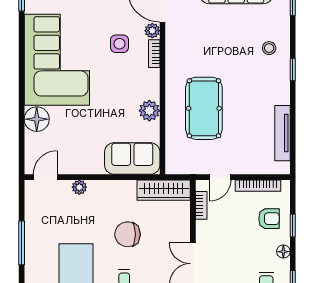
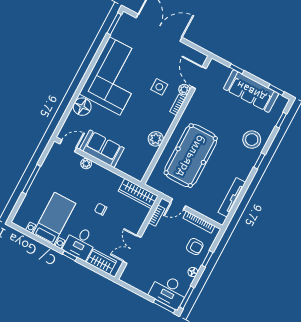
stool: (269, 48) -> (252, 140), width x1.89, depth x1.89
pool table: (204, 108) -> (191, 156), width x1.36, depth x1.32
sofa: (132, 159) -> (102, 149), moved
chair: (128, 234) -> (101, 209), width x0.54, depth x0.54

